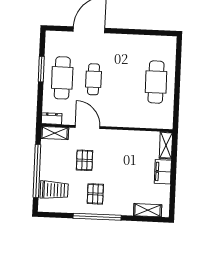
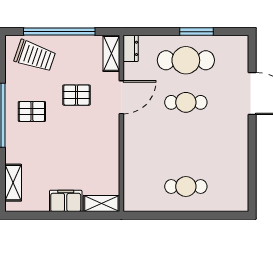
cafe table: (156, 82) -> (186, 187), width x0.73, depth x0.74
trolley: (54, 190) -> (35, 56), turned -71

